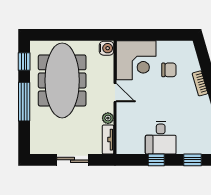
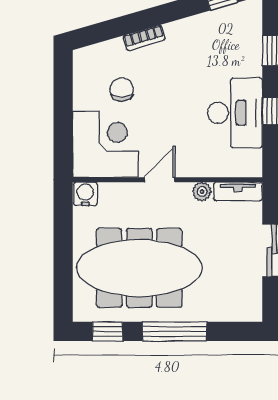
desk: (161, 138) -> (235, 113), width x1.37

